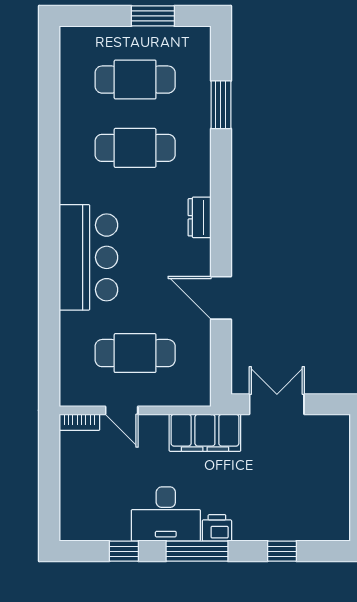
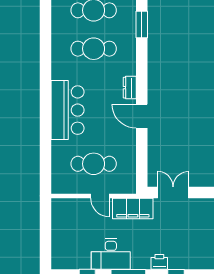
door: (221, 298) -> (142, 116), moved
door: (122, 410) -> (100, 196), moved
bookcase: (79, 422) -> (62, 203), removed
printer: (217, 528) -> (159, 262), moved

